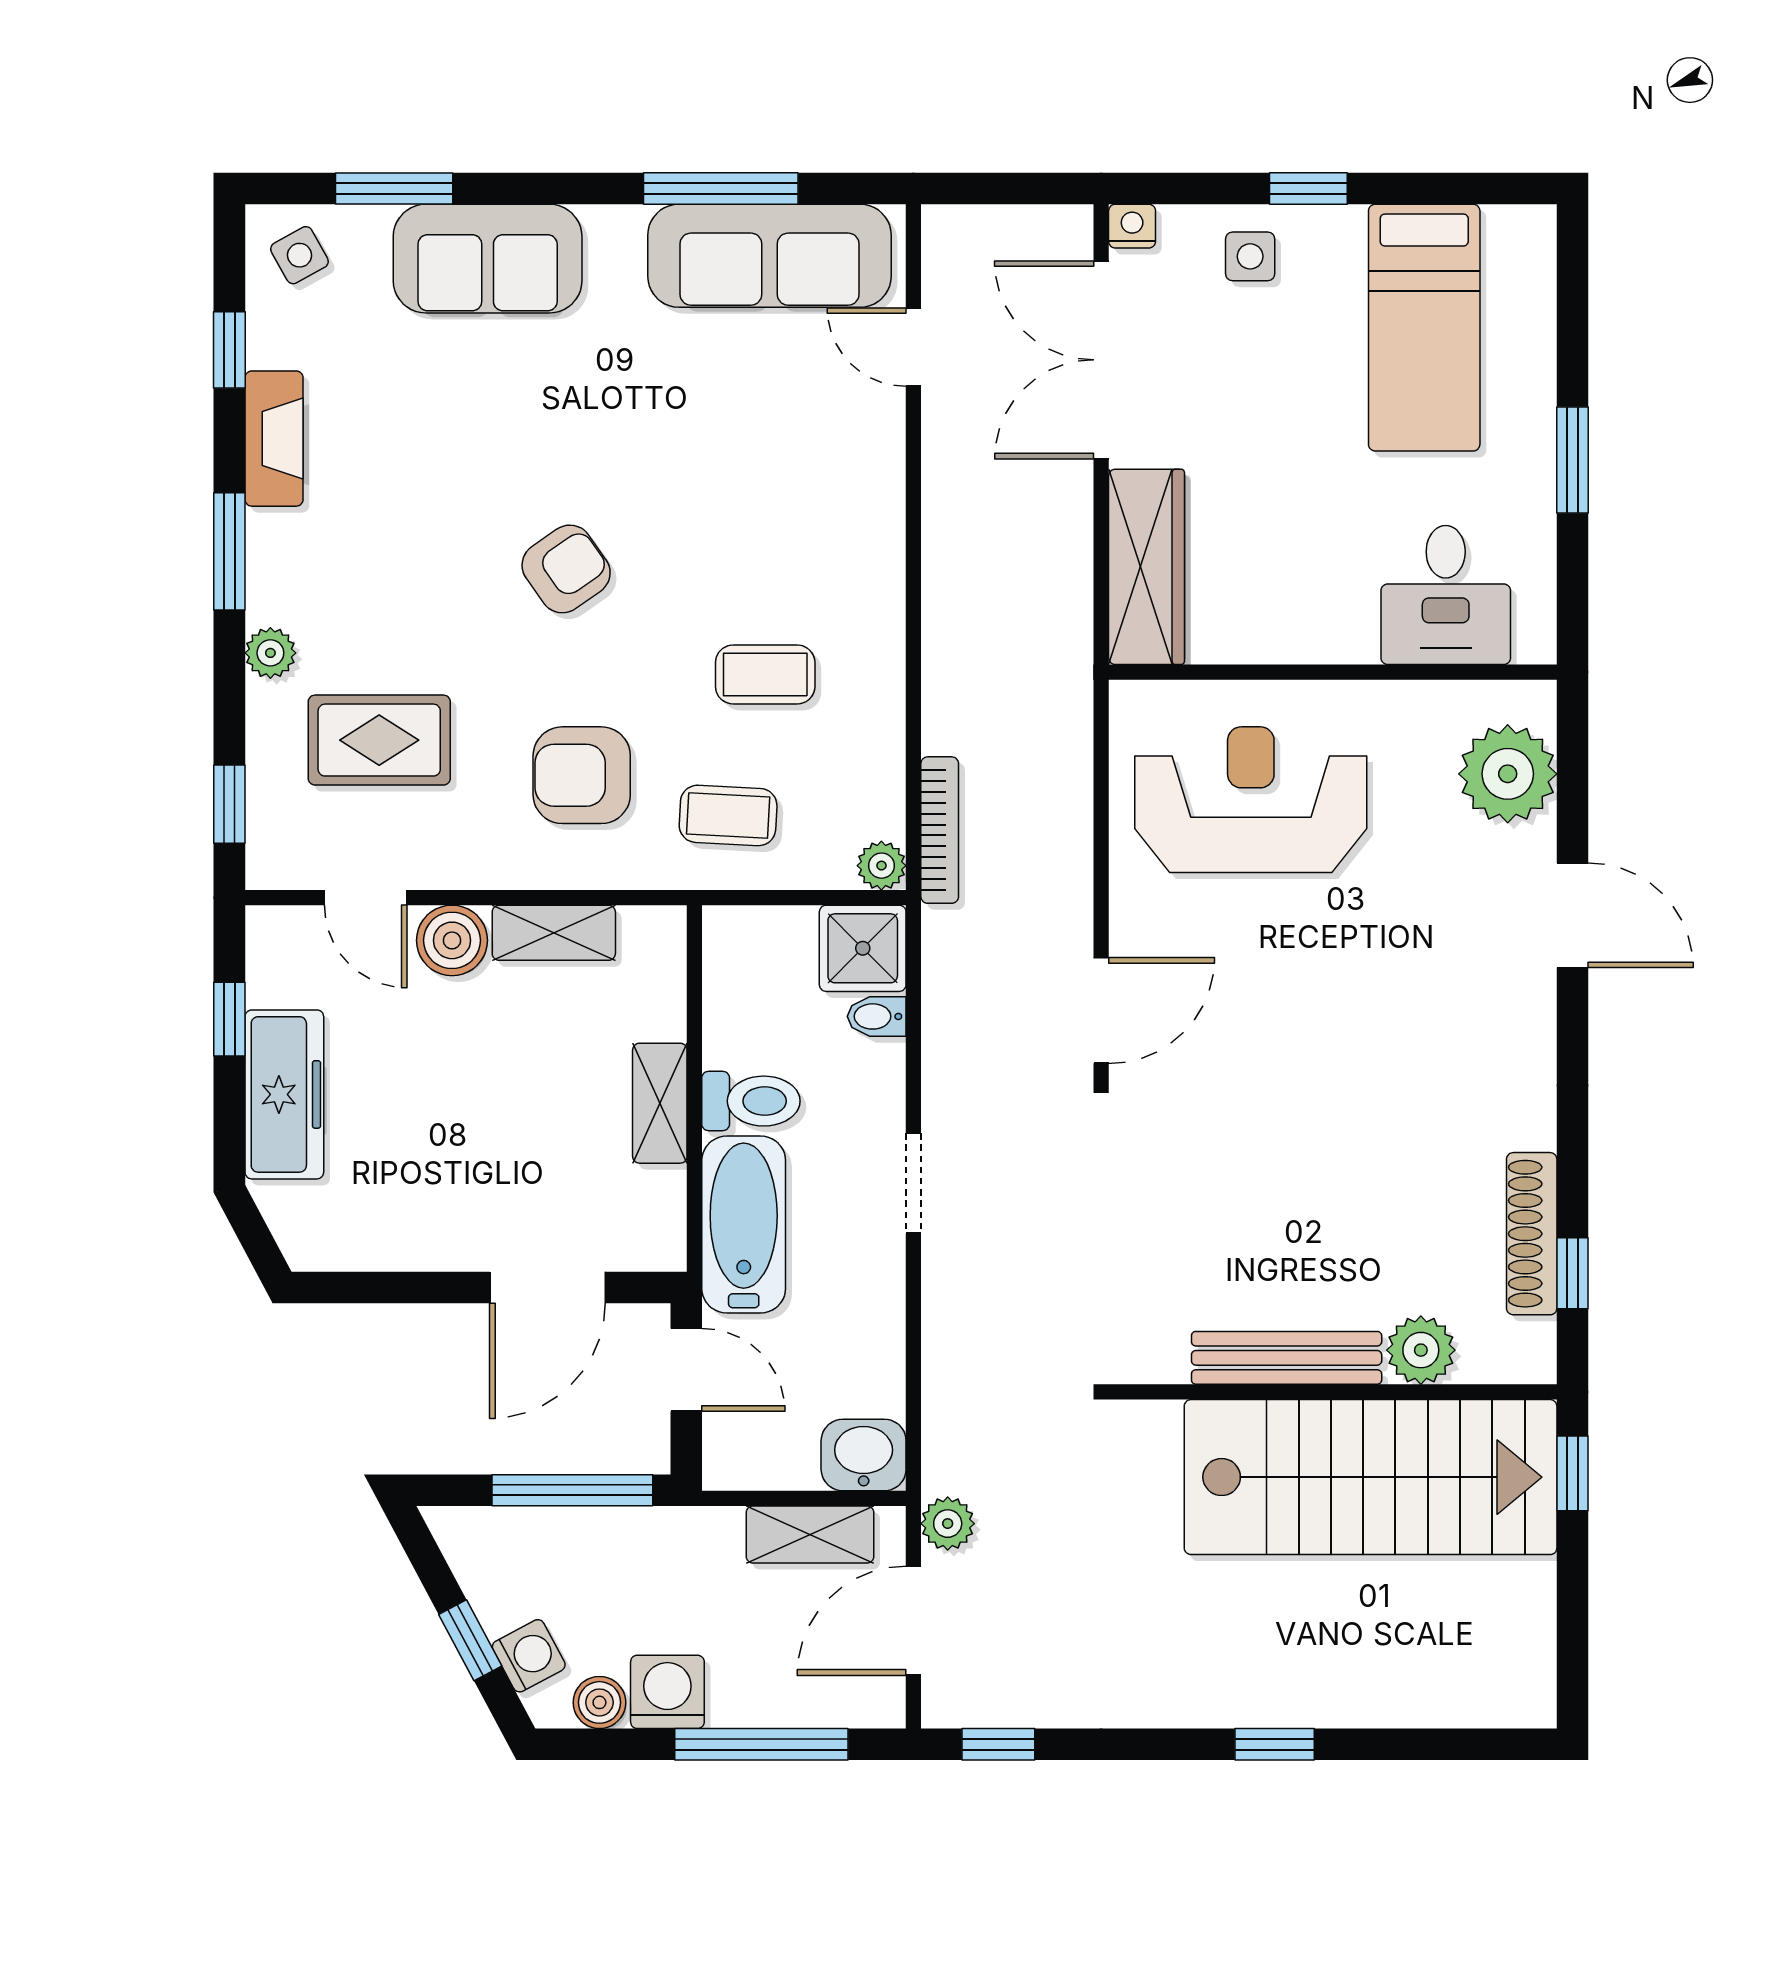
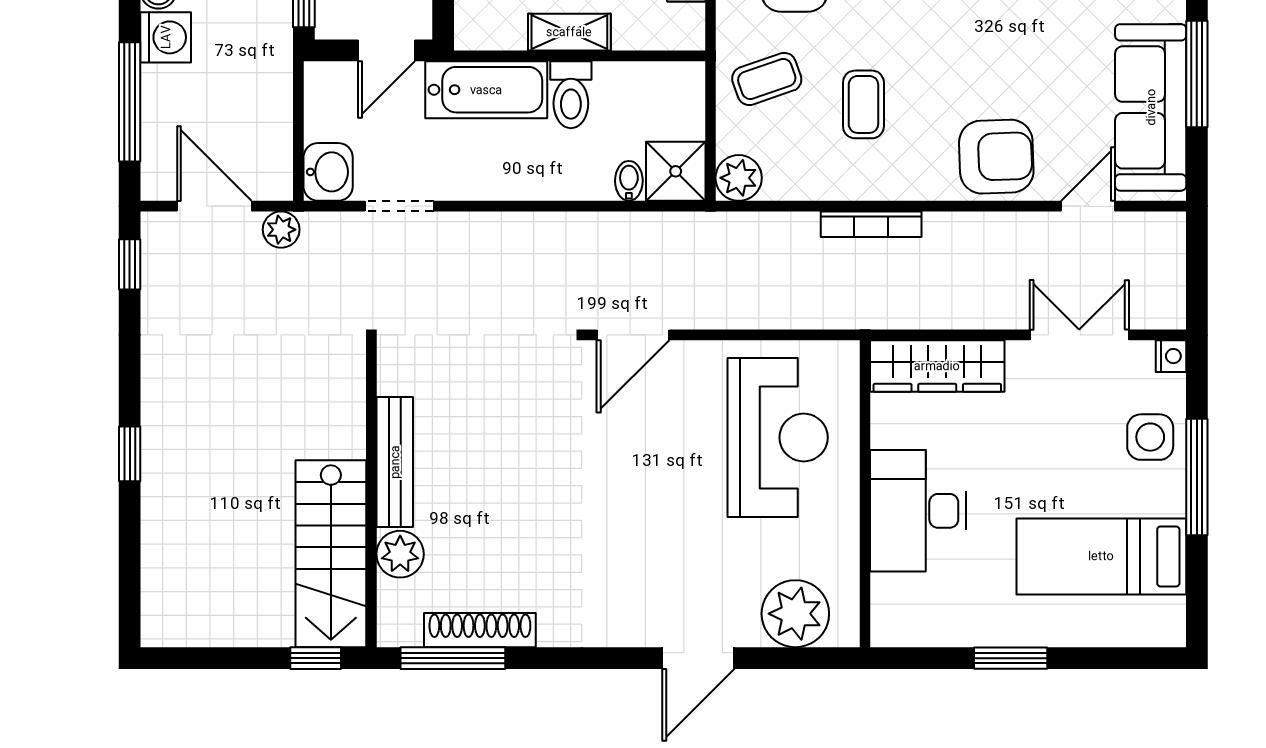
window: (1308, 188) -> (1197, 477), width x2.17
side table: (1250, 256) -> (1150, 437), width x1.37, depth x1.37
double door: (1101, 360) -> (1079, 335), width x0.73
armchair: (841, 481) -> (996, 157), added
desk: (1446, 595) -> (918, 511), moved, width x1.37
coffee table: (728, 815) -> (767, 79), turned 68
bookcase: (940, 830) -> (871, 224), moved
plant: (881, 866) -> (739, 178), width x1.38, depth x1.38
door: (1101, 1011) -> (633, 335), hinge flipped
doorway: (913, 1183) -> (399, 206), moved
window: (1572, 1273) -> (453, 658), width x2.17
stairs: (1371, 1477) -> (331, 554), width x0.73, depth x0.66
shelving: (810, 1535) -> (274, 135), removed

